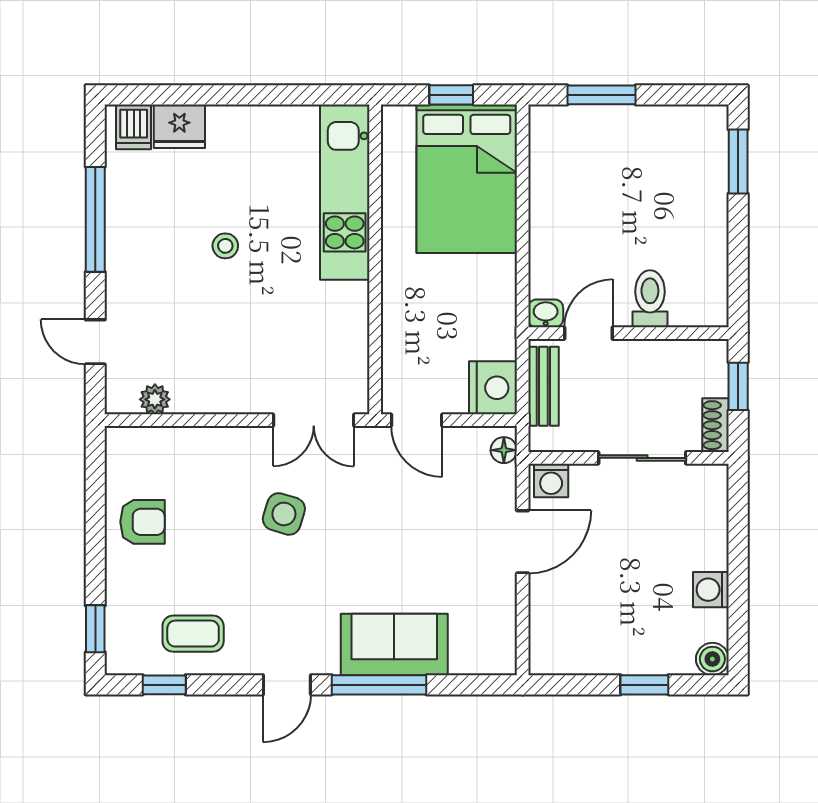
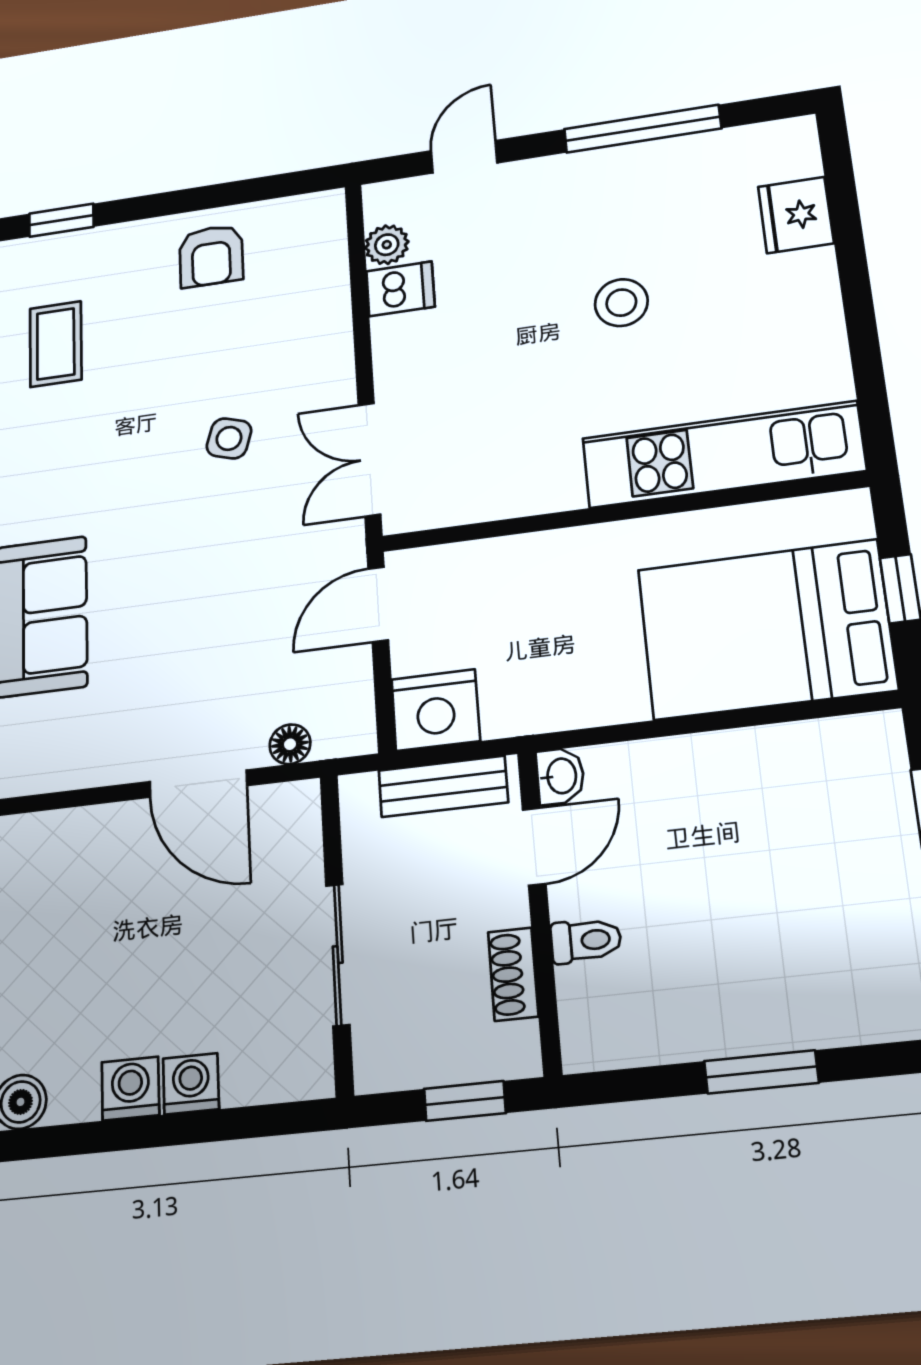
dishwasher: (134, 127) -> (400, 289), moved, turned 180
window: (738, 161) -> (761, 1072), moved
stool: (225, 246) -> (621, 303), width x1.37, depth x1.37
toilet: (650, 299) -> (586, 941), width x0.73, depth x0.72
door: (588, 333) -> (534, 847), hinge flipped
shoe rack: (716, 425) -> (513, 974), moved, turned -90
floor lamp: (504, 450) -> (290, 744), moved
washing machine: (551, 481) -> (191, 1084), moved, turned 90
side table: (284, 514) -> (229, 438), width x0.73, depth x0.73

